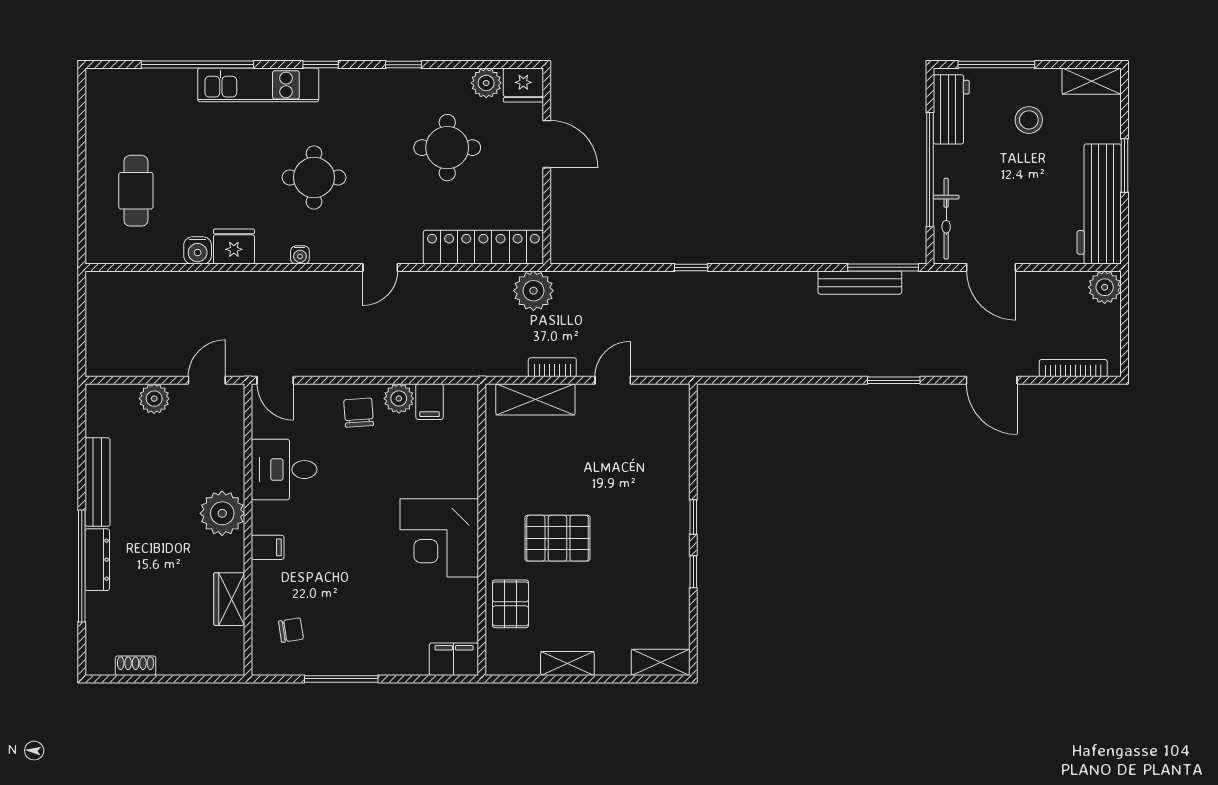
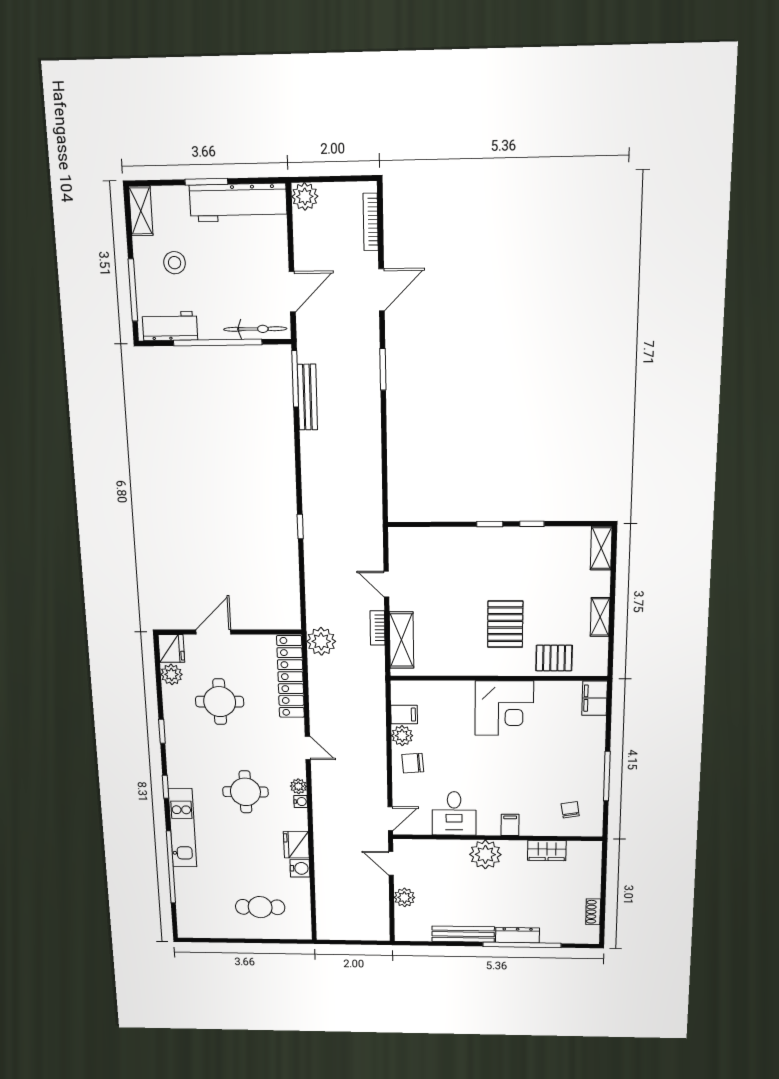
plant: (323, 253) -> (298, 786), added

